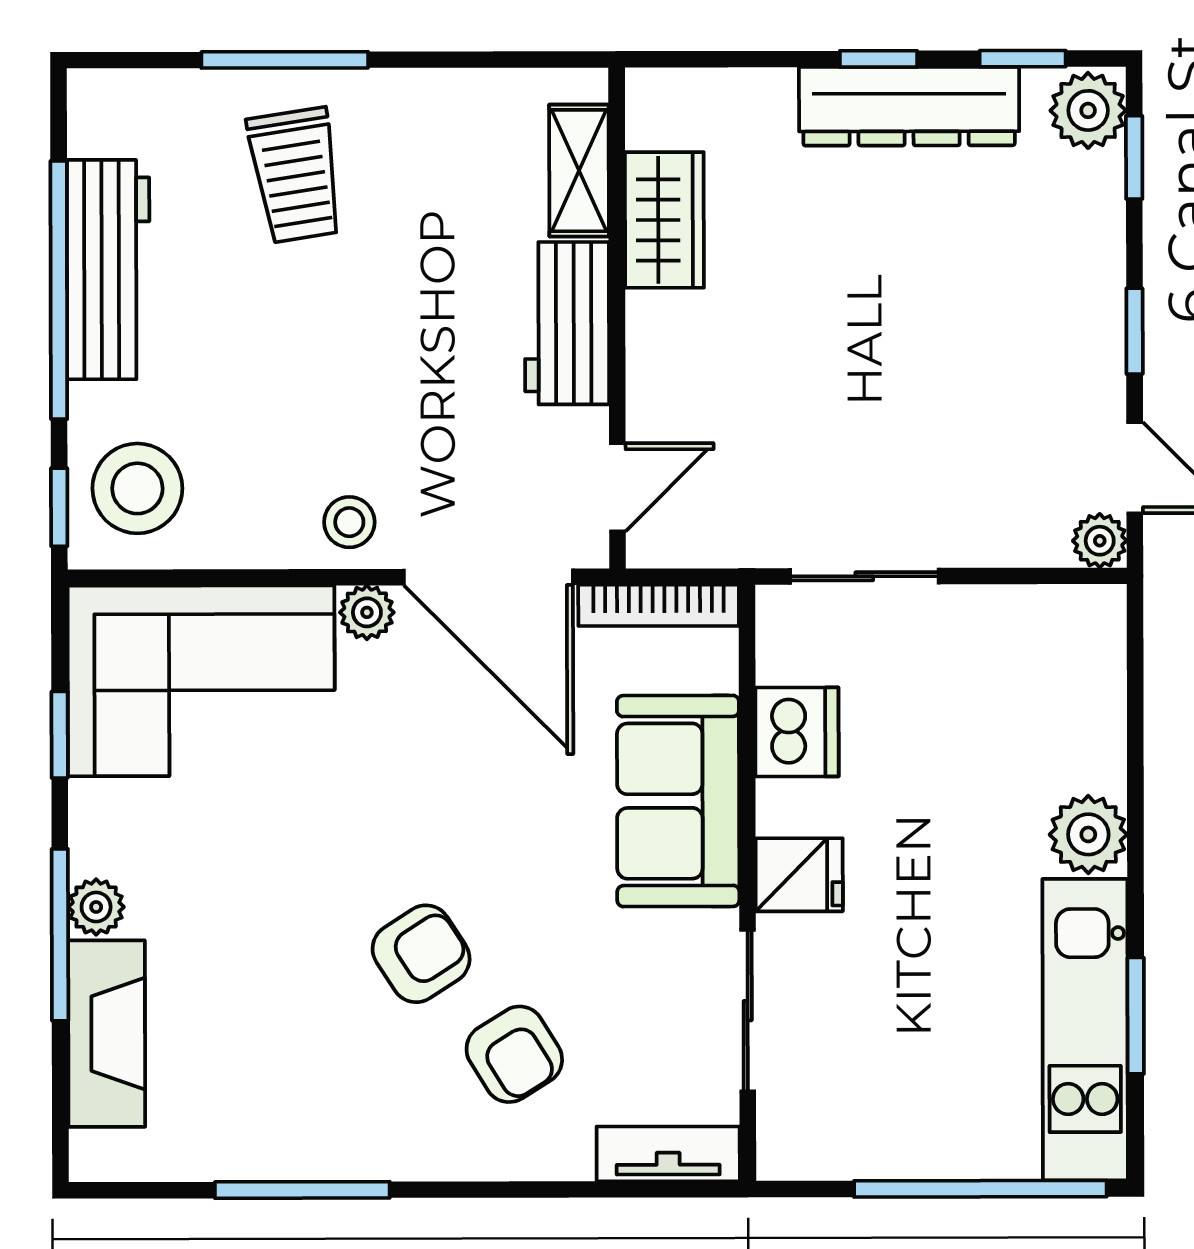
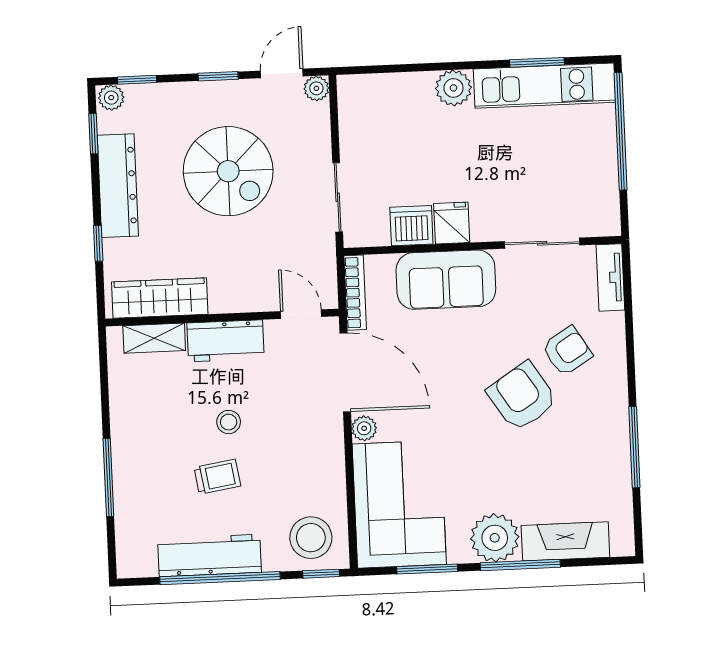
window: (879, 59) -> (98, 243), moved
plant: (1088, 110) -> (111, 98), width x0.73, depth x0.73
trolley: (296, 175) -> (217, 477), moved, width x0.73, depth x0.72
wardrobe: (664, 220) -> (160, 298), width x1.50
spiral stairs: (930, 344) -> (228, 171), added
stool: (349, 522) -> (229, 422), moved
door: (488, 577) -> (345, 372), hinge flipped
window: (60, 735) -> (427, 569), width x1.50
fridge: (799, 875) -> (452, 223), moved
plant: (96, 907) -> (495, 538), width x1.87, depth x1.87
armchair: (421, 954) -> (522, 396), width x1.38, depth x1.38

